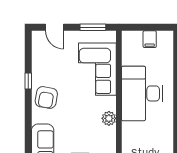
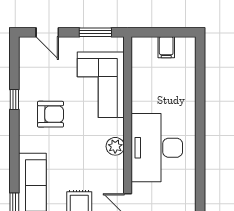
desk: (142, 93) -> (157, 148), moved
armchair: (46, 98) -> (50, 114), moved, turned -100

